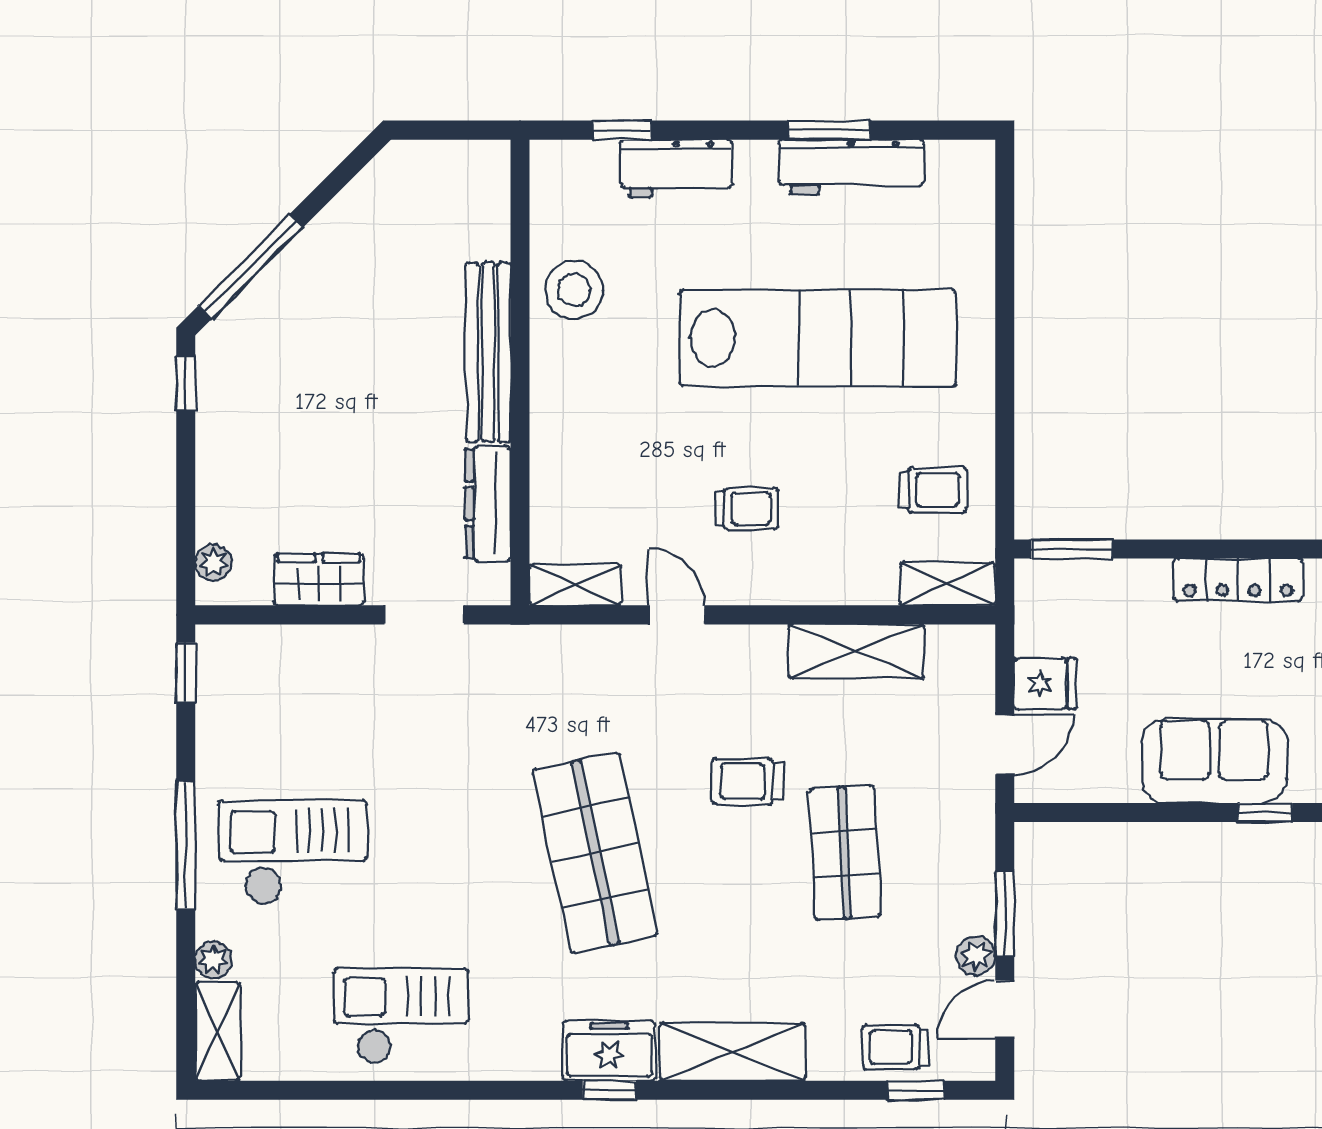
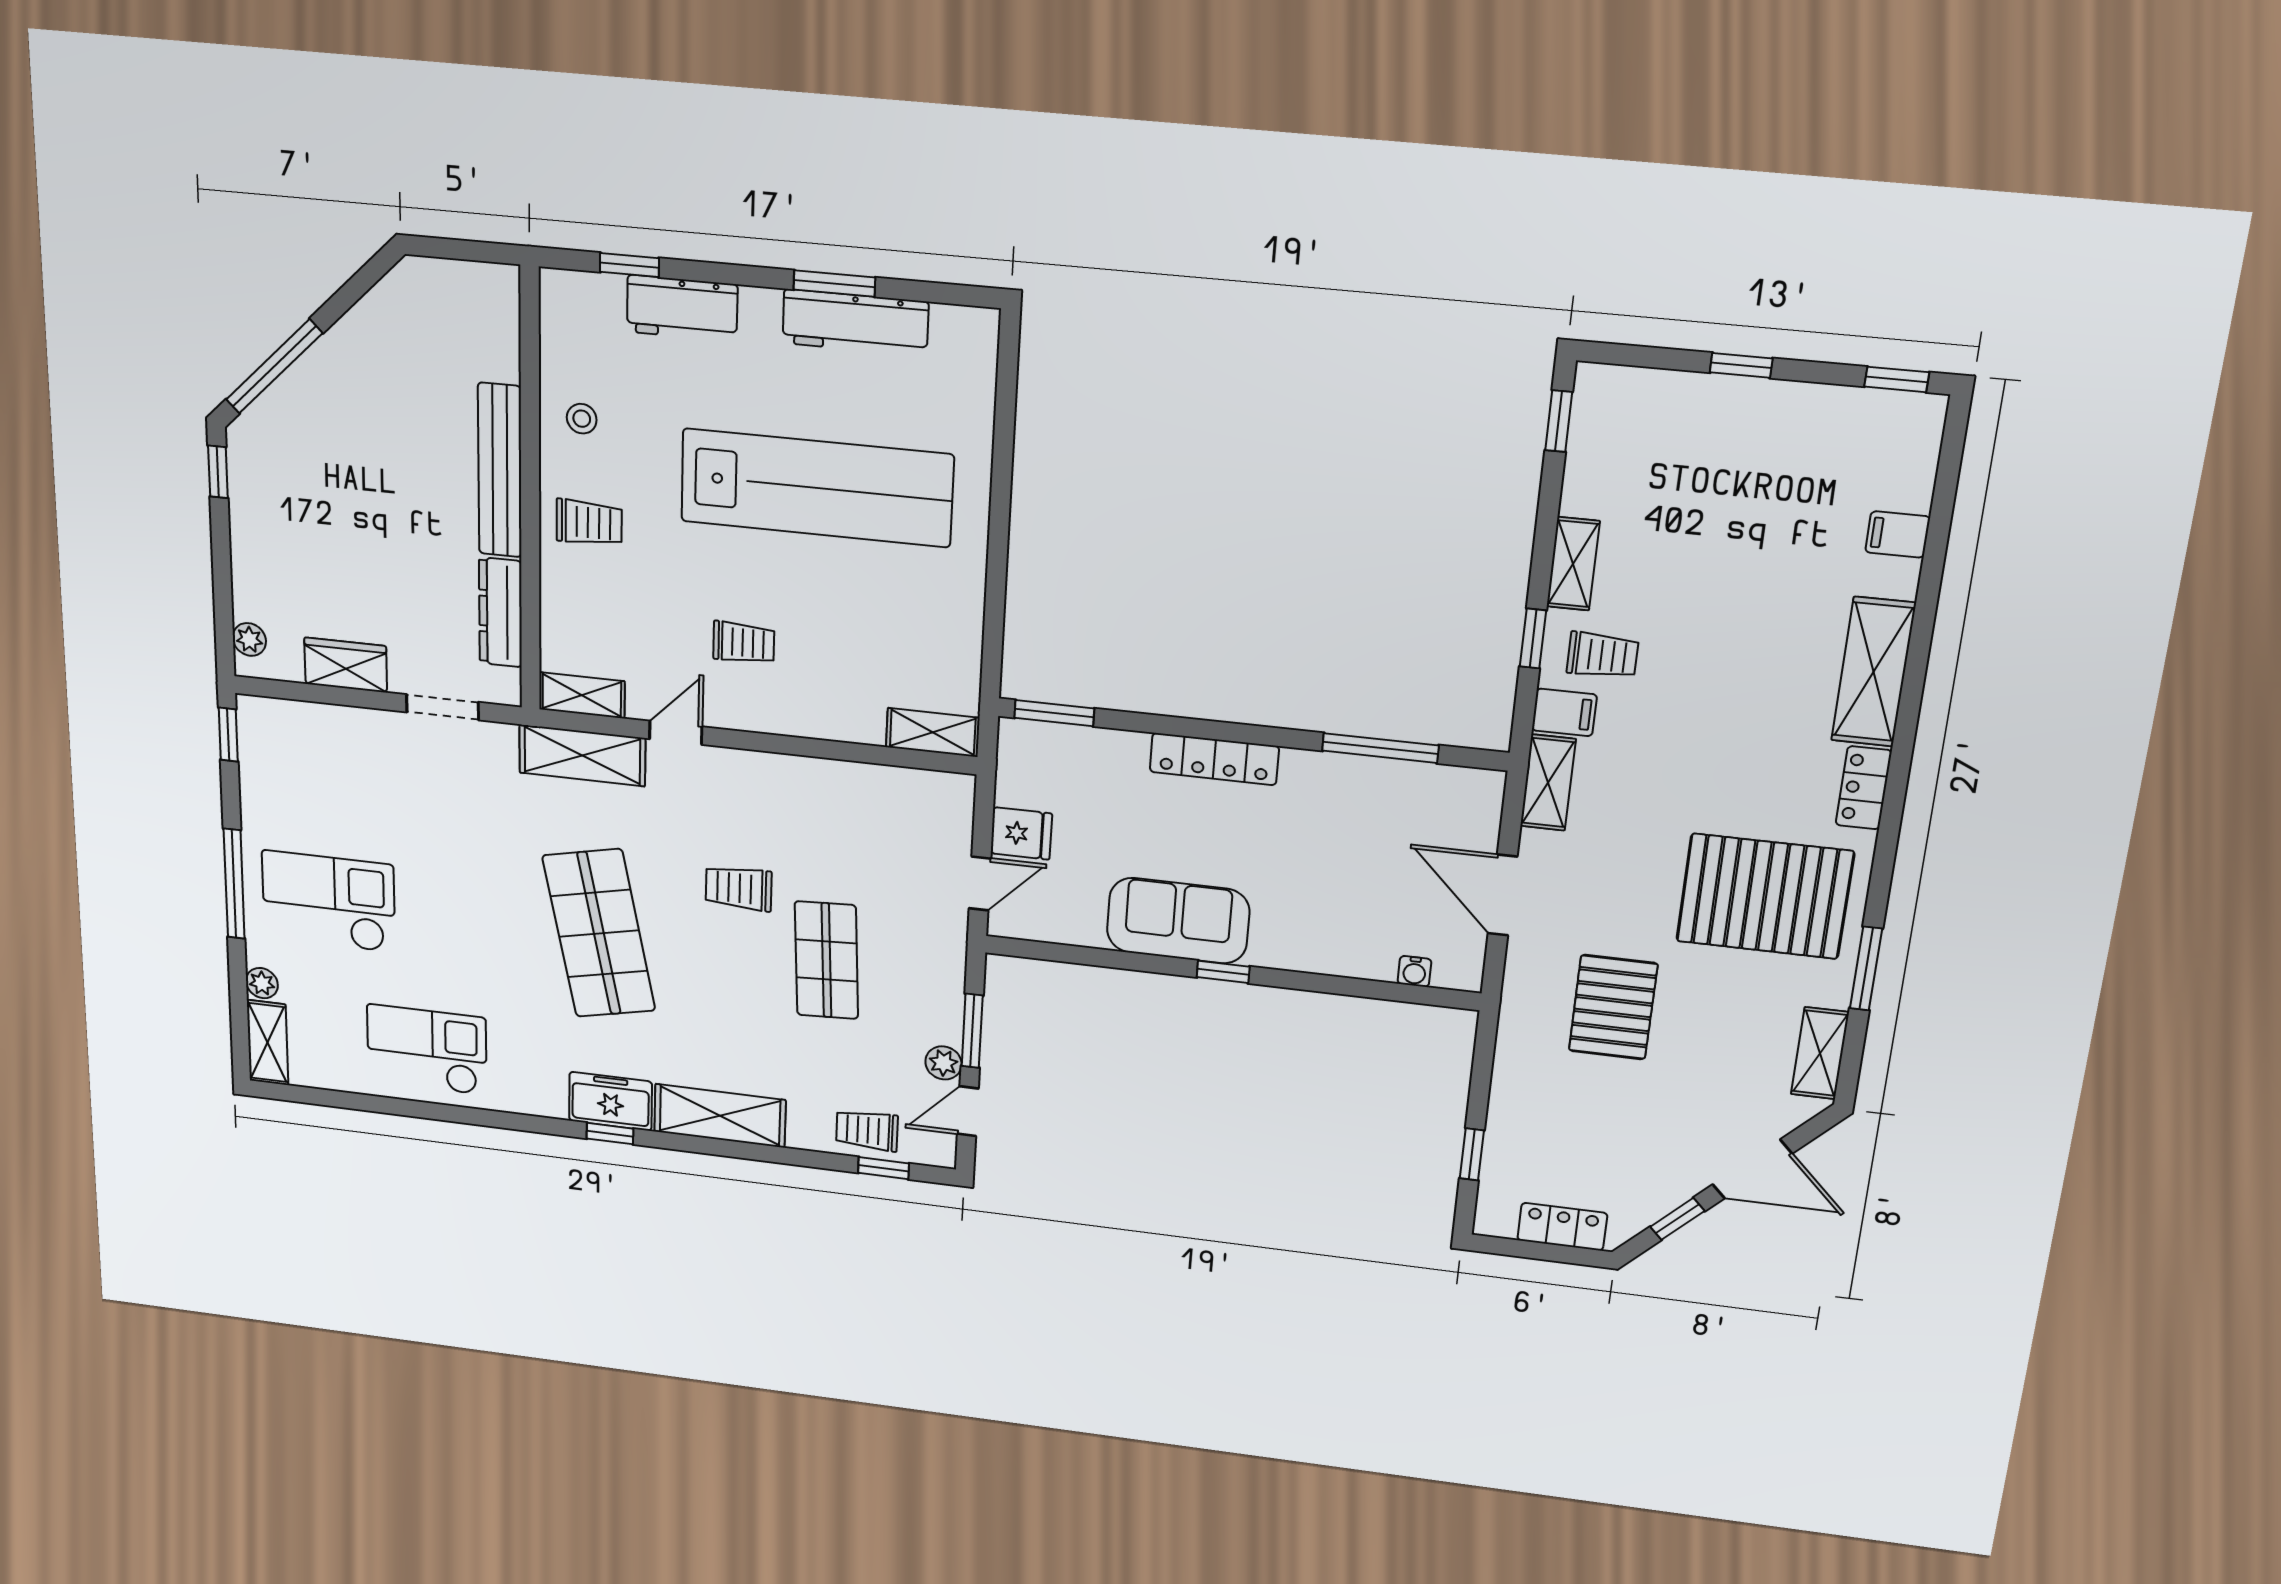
stool: (574, 290) -> (582, 419), width x0.53, depth x0.53
trolley: (933, 490) -> (589, 523), moved
door: (676, 615) -> (676, 733), hinge flipped
shelving: (856, 651) -> (582, 755), moved

